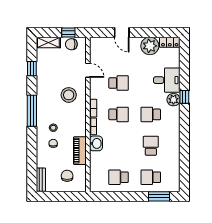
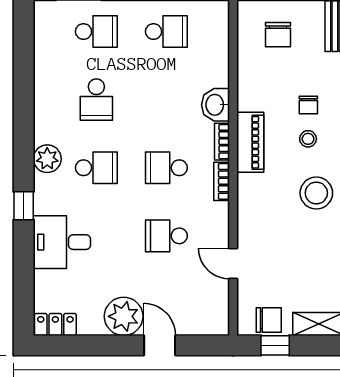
plant: (150, 46) -> (124, 316), moved
stool: (69, 95) -> (316, 193), moved
plant: (173, 100) -> (47, 159), moved
piano: (80, 151) -> (250, 142), moved

